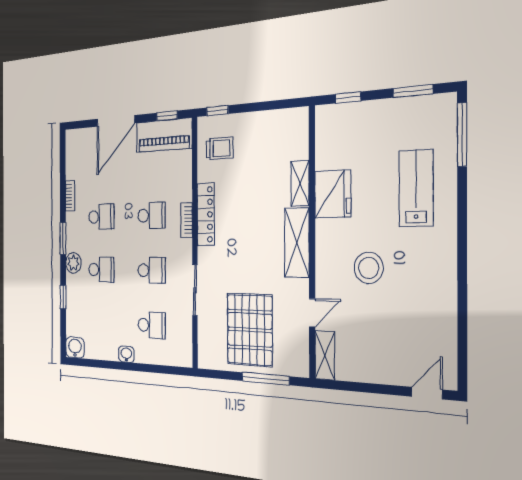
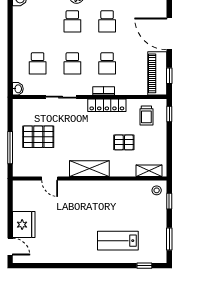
window: (462, 135) -> (144, 266), width x0.46
shelving: (300, 183) -> (149, 171), moved
pallet: (258, 184) -> (124, 142), added
lab bench: (416, 188) -> (118, 241), turned 180
fridge: (333, 194) -> (24, 225), moved, turned -90
stool: (369, 268) -> (157, 190), moved, width x0.53, depth x0.53
pallet: (250, 330) -> (38, 137), width x0.73, depth x0.71
washbasin: (126, 354) -> (18, 89), moved
shelving: (325, 355) -> (26, 187), removed

